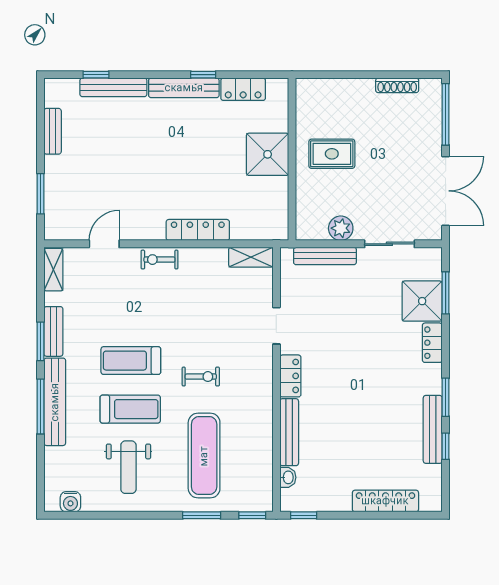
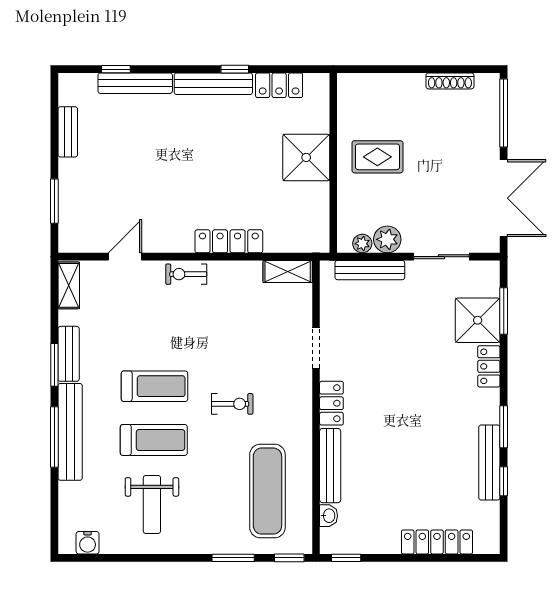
plant: (318, 232) -> (362, 244), added
treadmill: (131, 361) -> (155, 386), turned 180
exercise mat: (204, 456) -> (267, 491), moved

